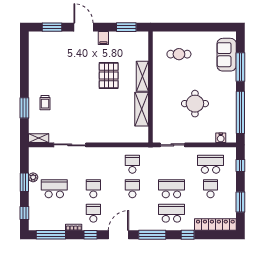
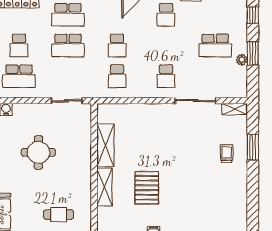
school desk: (93, 189) -> (166, 76), moved

